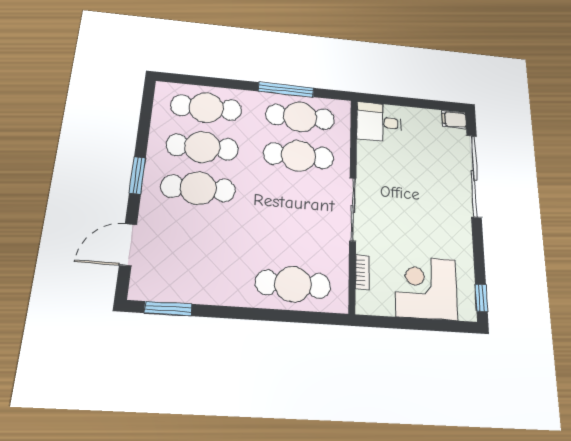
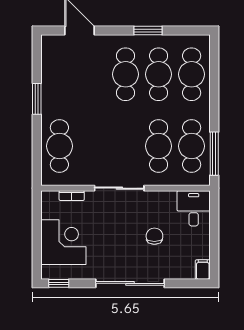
window: (286, 90) -> (214, 154), moved
chair: (415, 171) -> (154, 236), added
window: (137, 175) -> (148, 31), moved
sliding door: (474, 176) -> (130, 283), moved
window: (168, 309) -> (37, 99), moved

